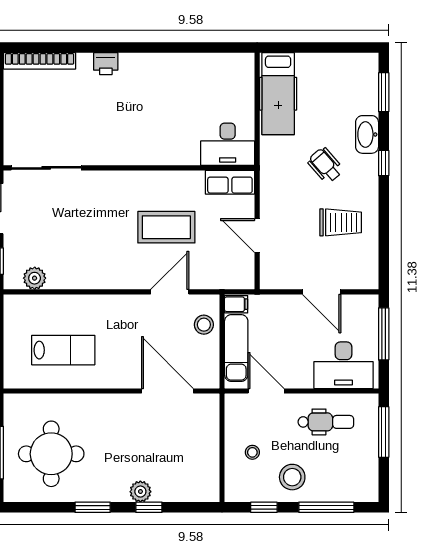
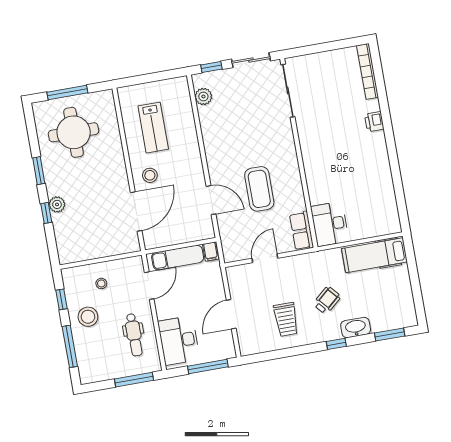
stool: (204, 325) -> (150, 175), moved

